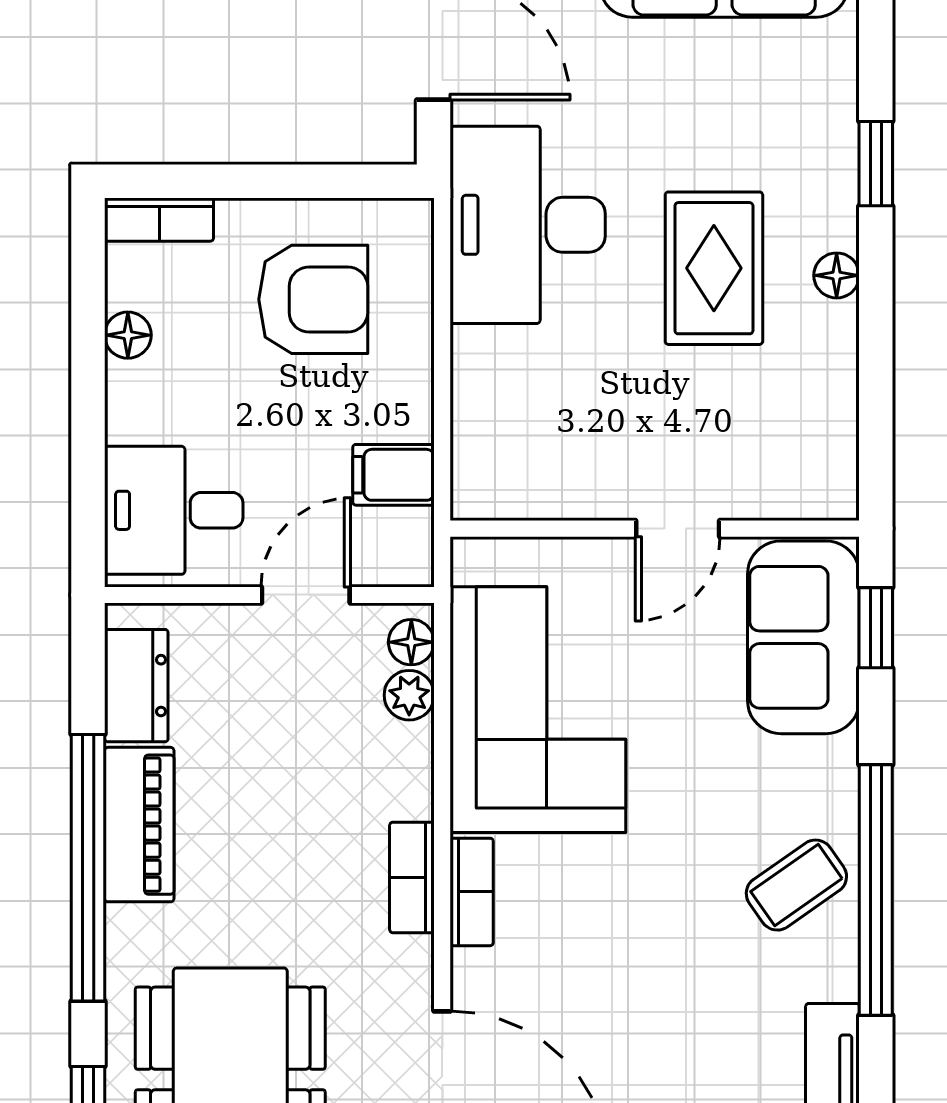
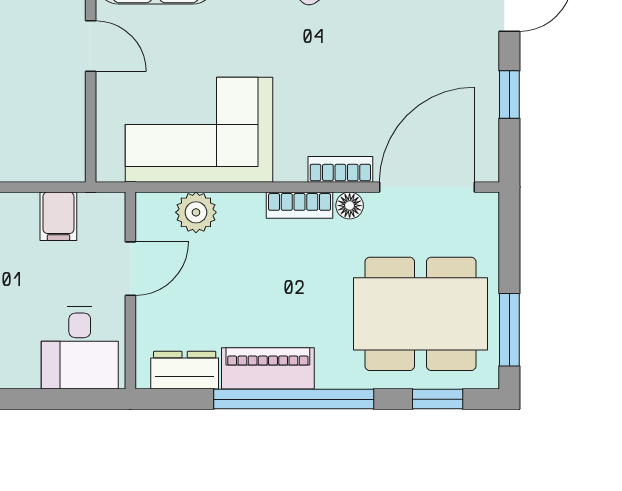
door: (306, 595) -> (130, 269), swing flipped
floor lamp: (411, 642) -> (350, 206), moved
plant: (409, 695) -> (196, 212), width x1.38, depth x1.38
bookcase: (472, 892) -> (340, 169), moved

